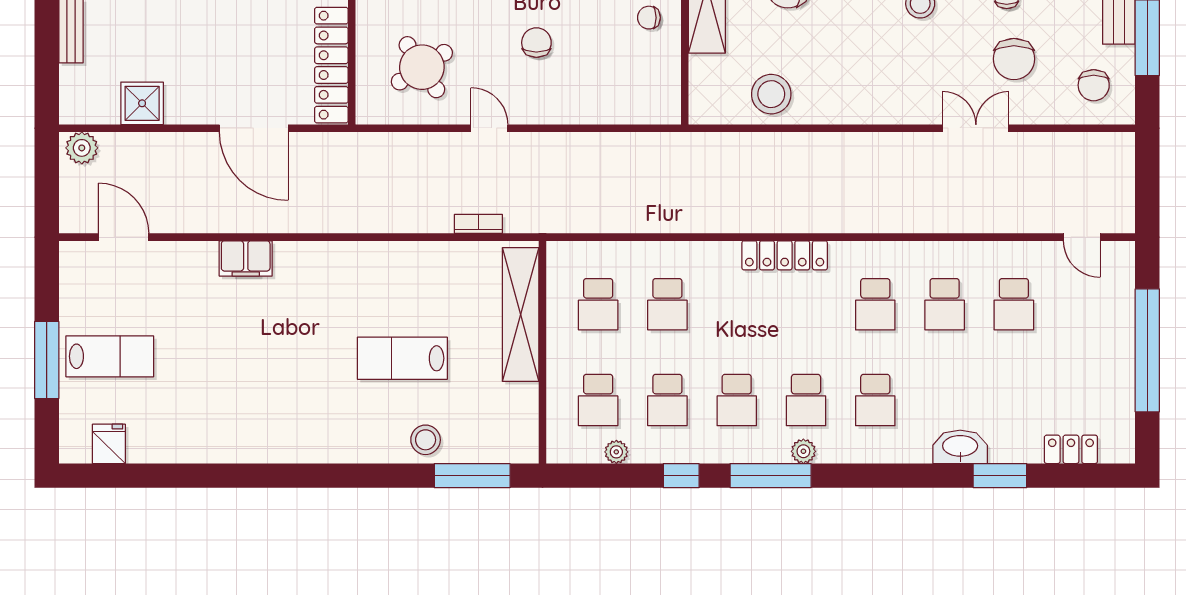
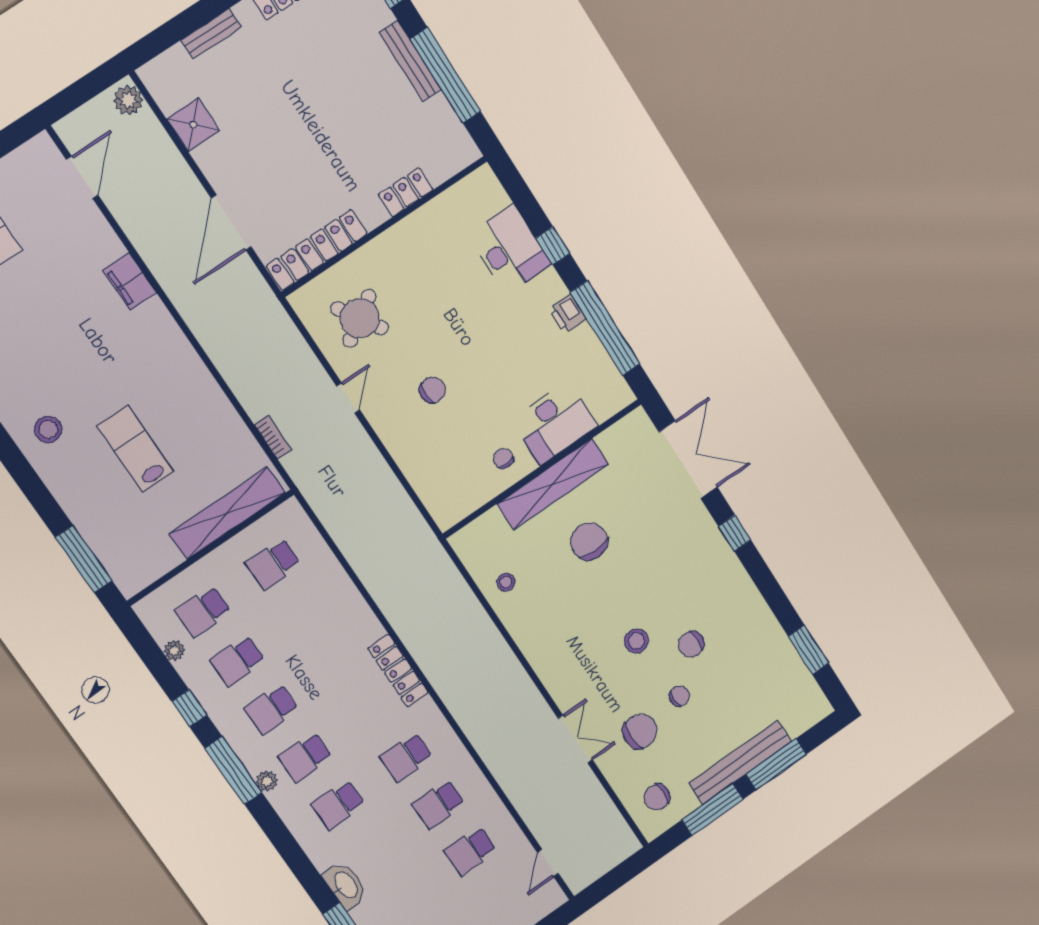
chair: (1014, 59) -> (640, 731), turned 180
stool: (771, 94) -> (506, 582), width x0.53, depth x0.53
school desk: (667, 304) -> (307, 613), removed
stool: (426, 440) -> (48, 429), moved

